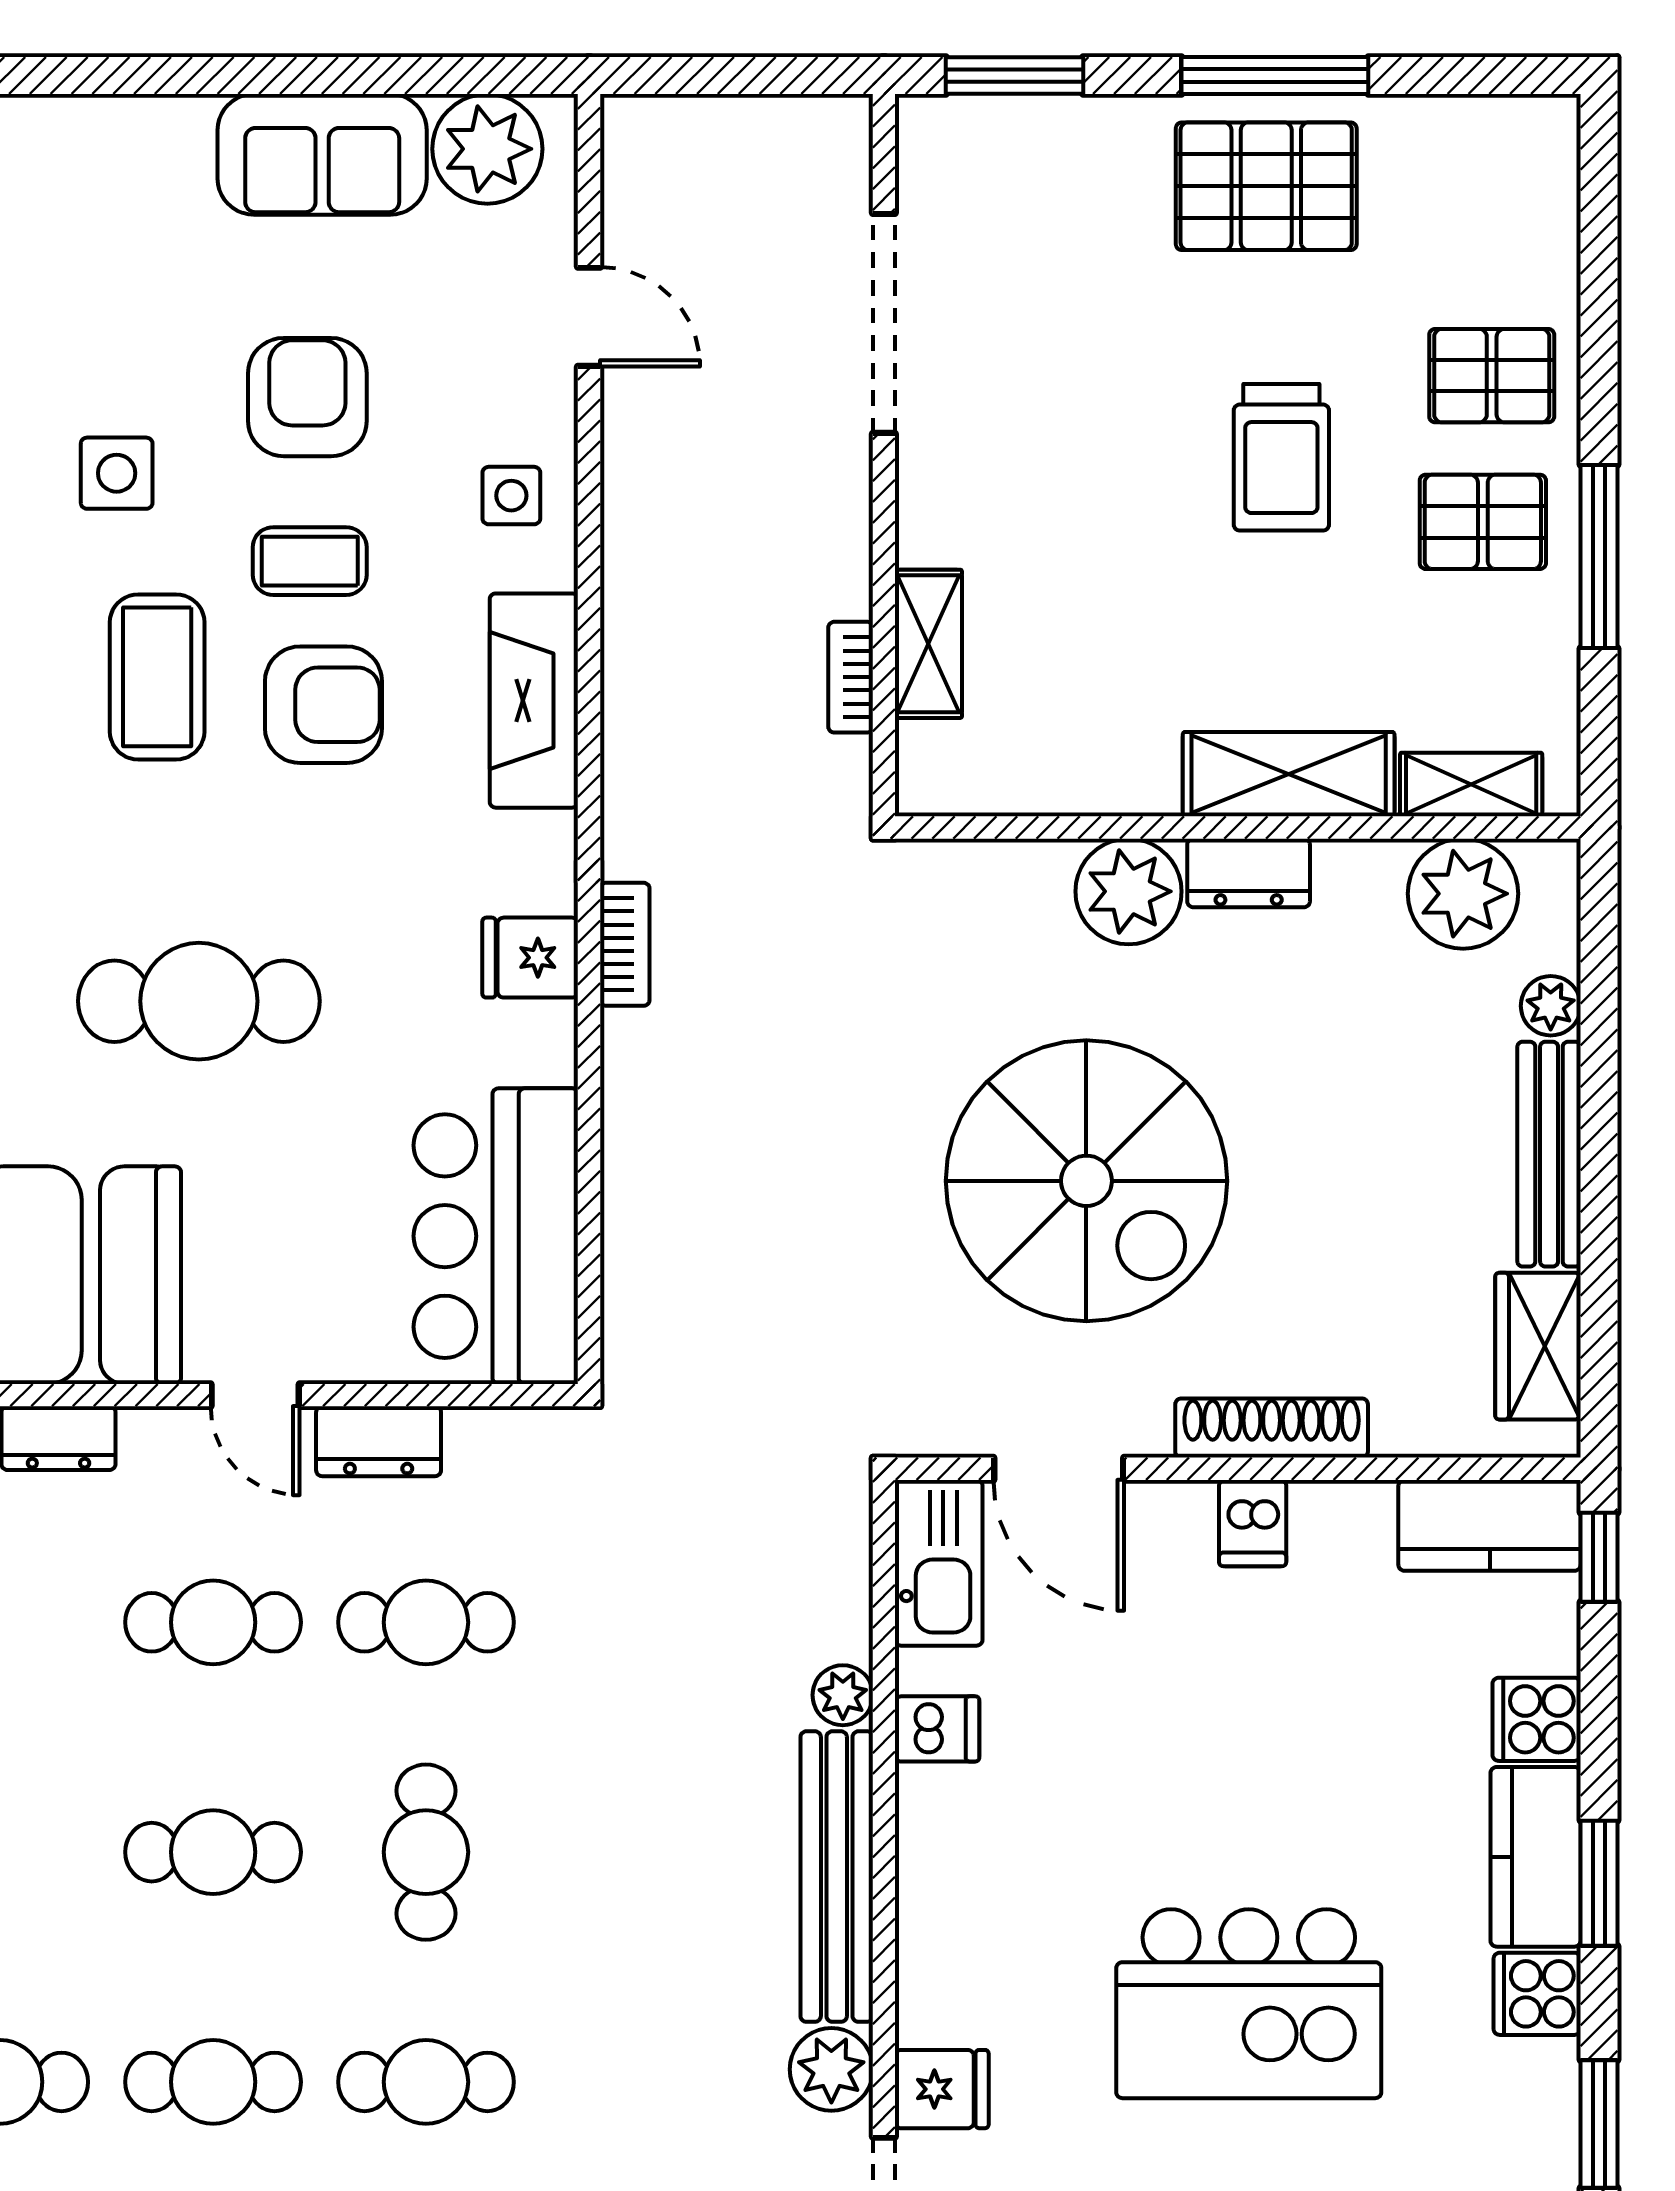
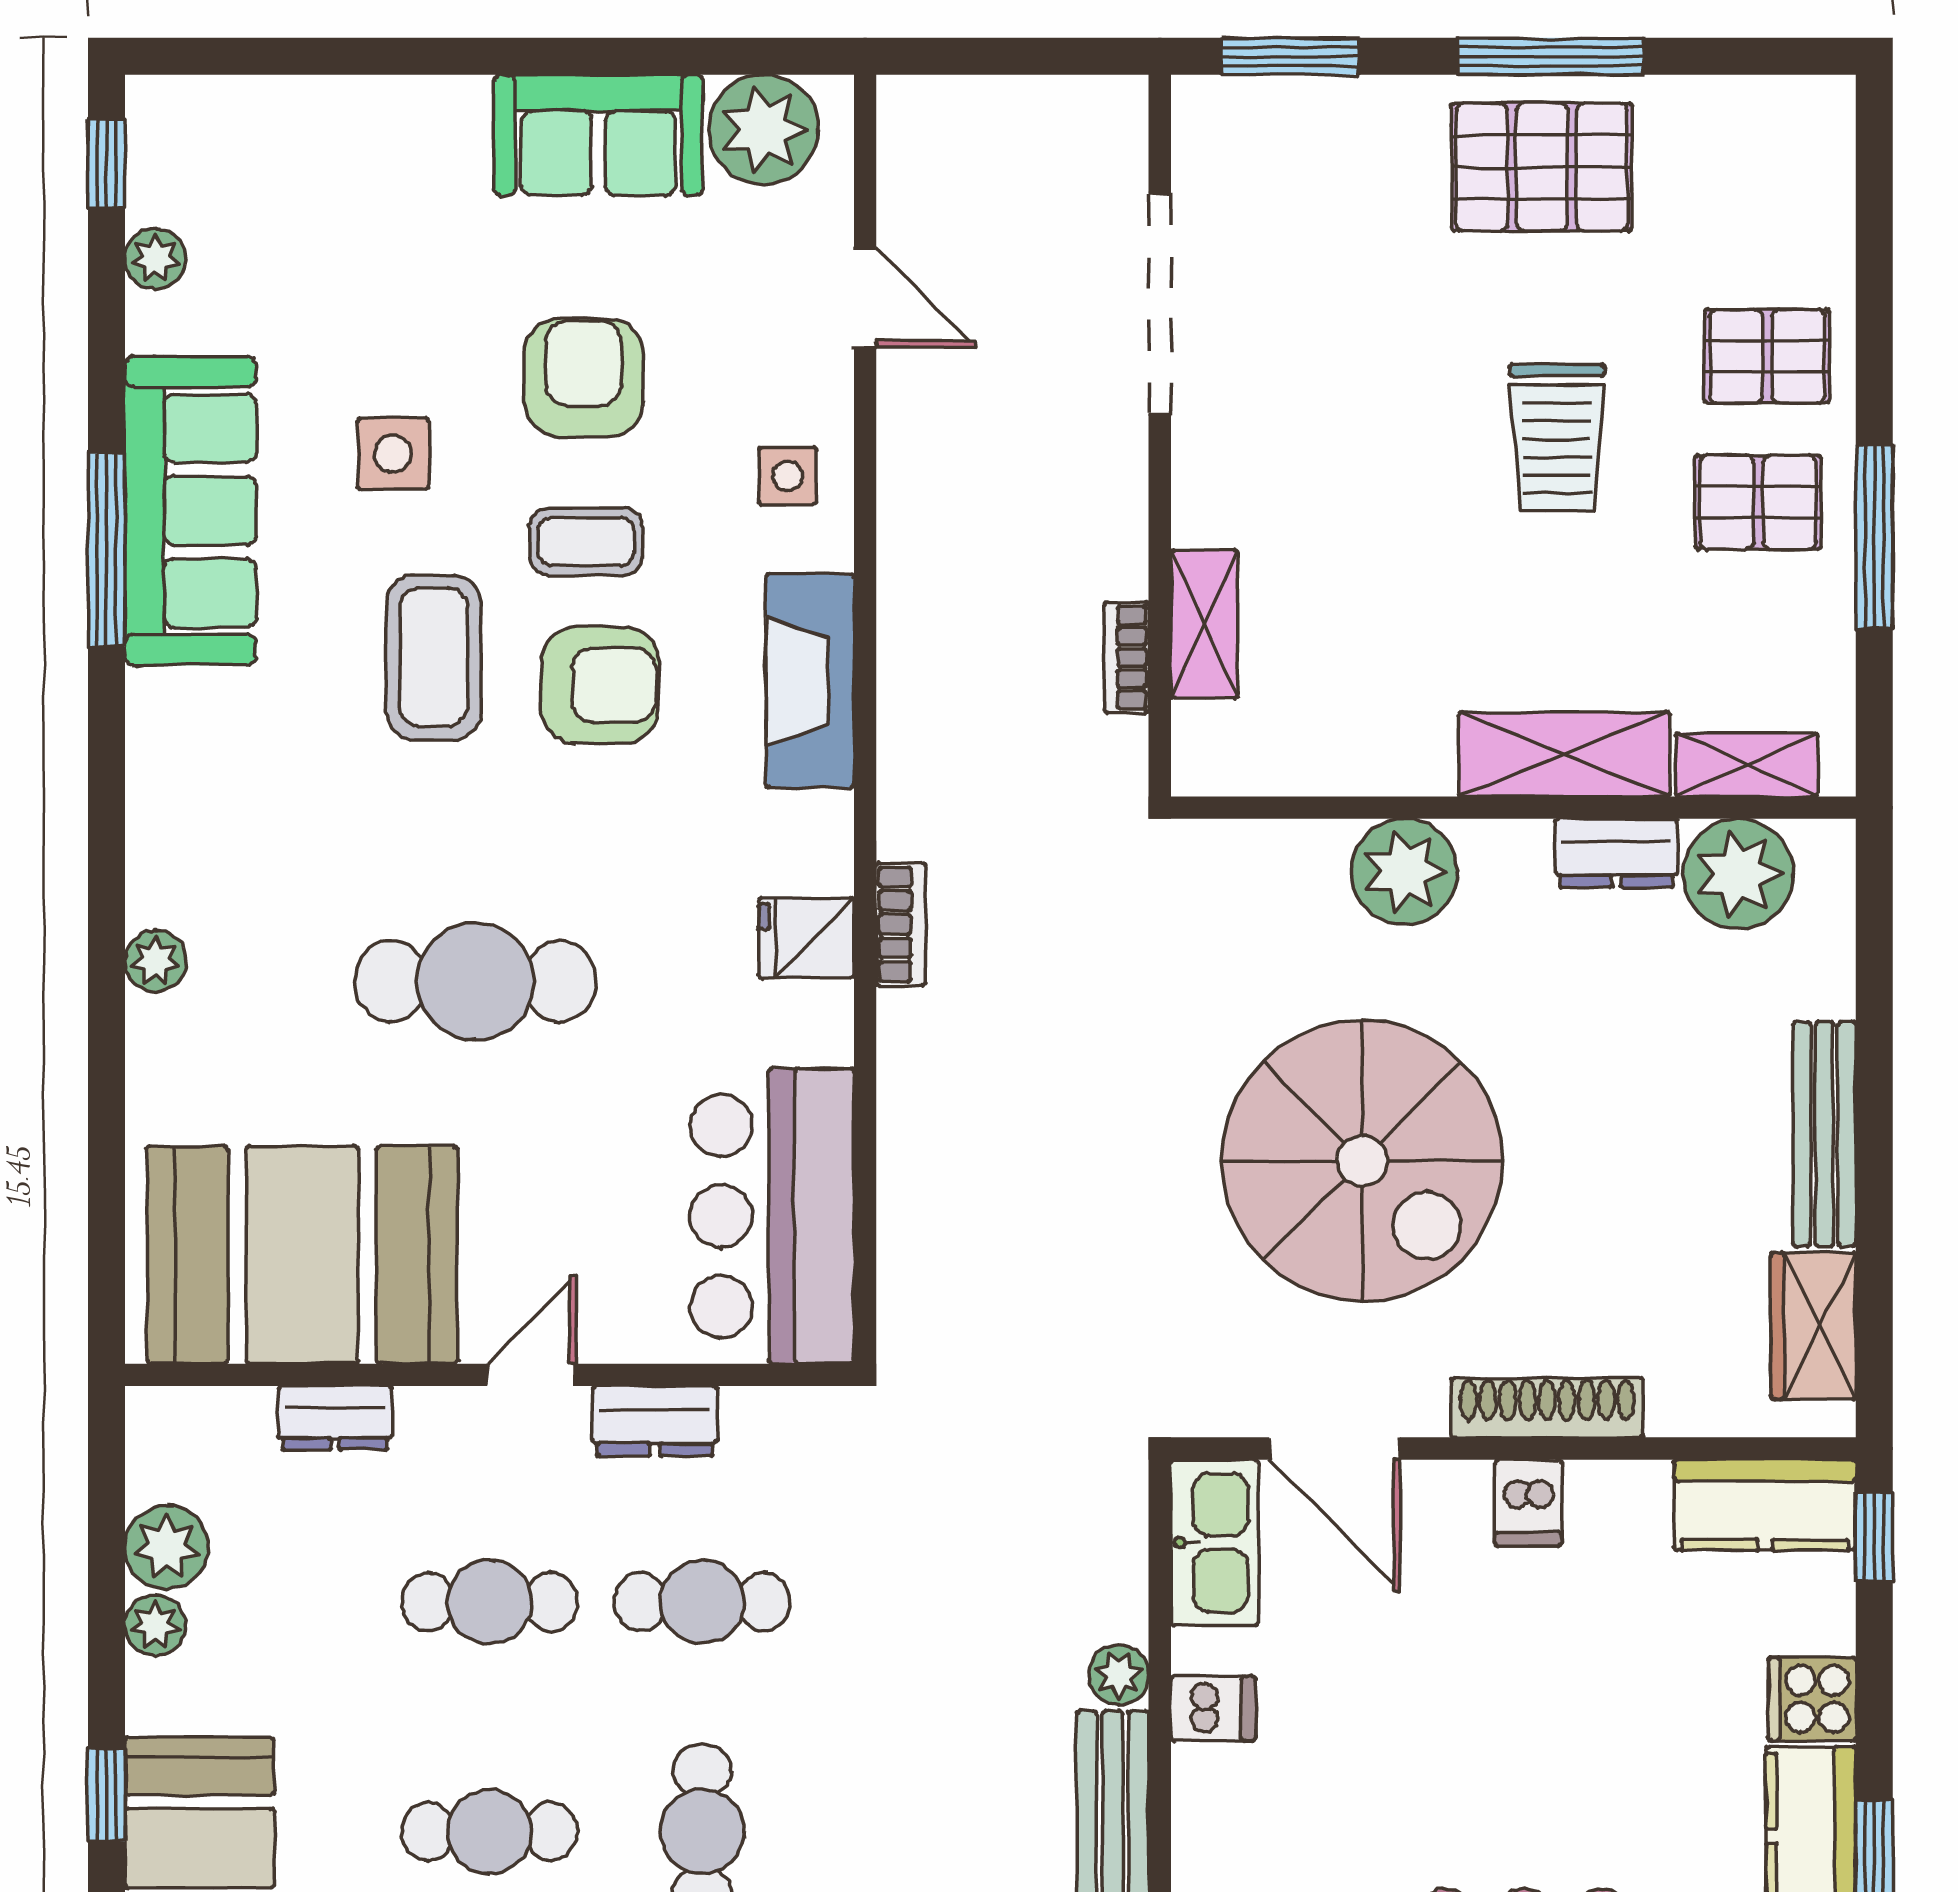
dresser: (1249, 873) -> (1616, 853), moved
plant: (1551, 1006) -> (1826, 986), removed
door: (255, 1395) -> (531, 1375), swing flipped

